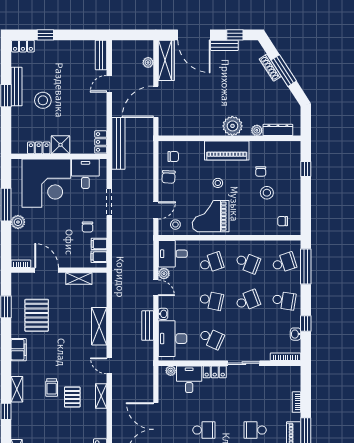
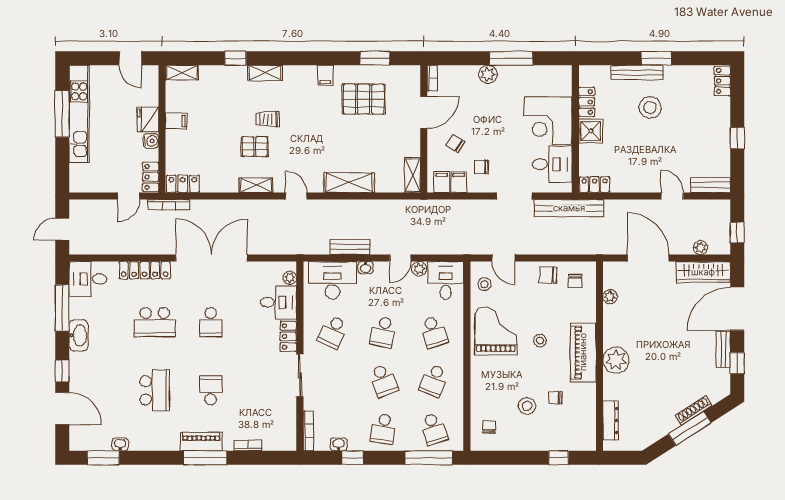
window: (45, 35) -> (737, 138), moved
window: (137, 35) -> (737, 232), added
bench: (17, 87) -> (637, 72), moved
plant: (257, 130) -> (610, 297), moved
bench: (118, 143) -> (569, 208), moved
corner desk: (46, 183) -> (548, 121), width x0.74, depth x0.74
chair: (70, 246) -> (455, 144), added
shelving: (79, 279) -> (413, 175), moved
filing cabinet: (19, 350) -> (325, 75), width x0.50
door: (109, 366) -> (296, 196), hinge flipped

